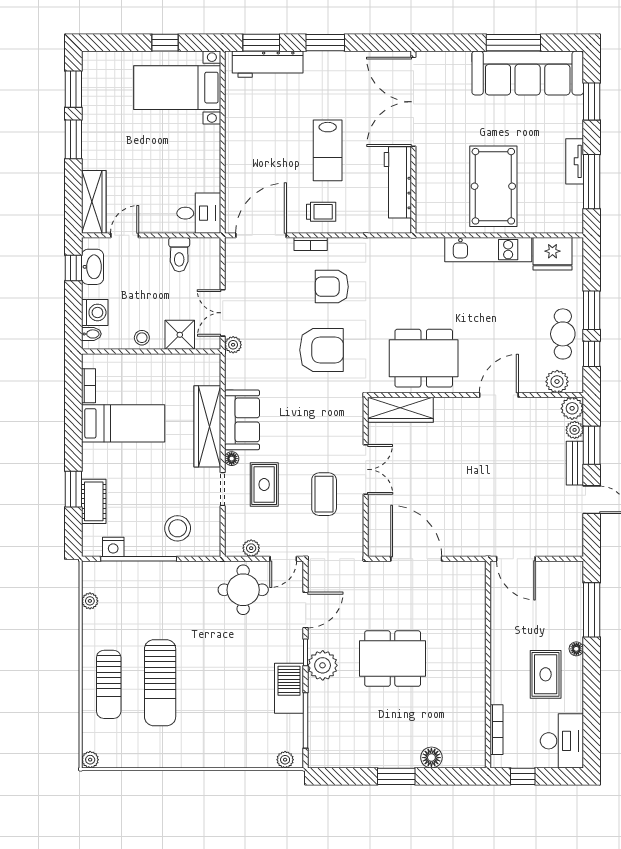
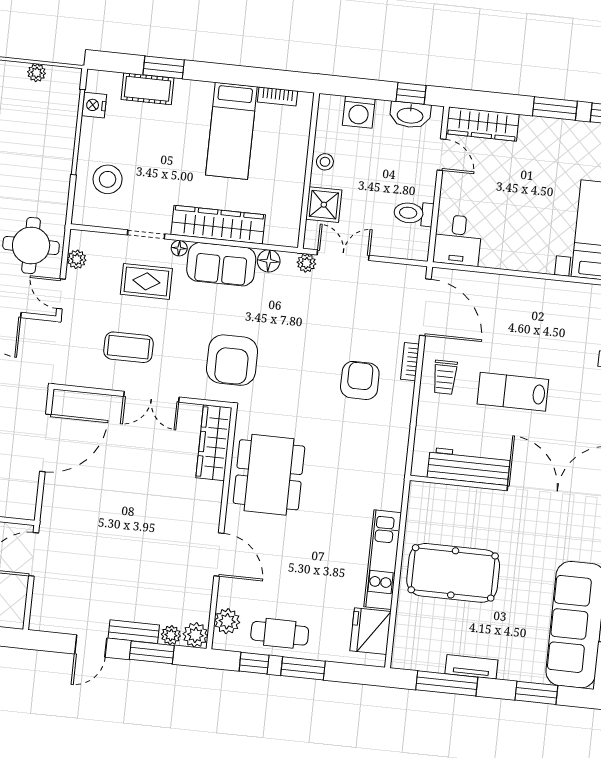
bidet: (91, 334) -> (335, 106), removed
armchair: (321, 350) -> (232, 360), moved
floor lamp: (235, 378) -> (269, 261), added

